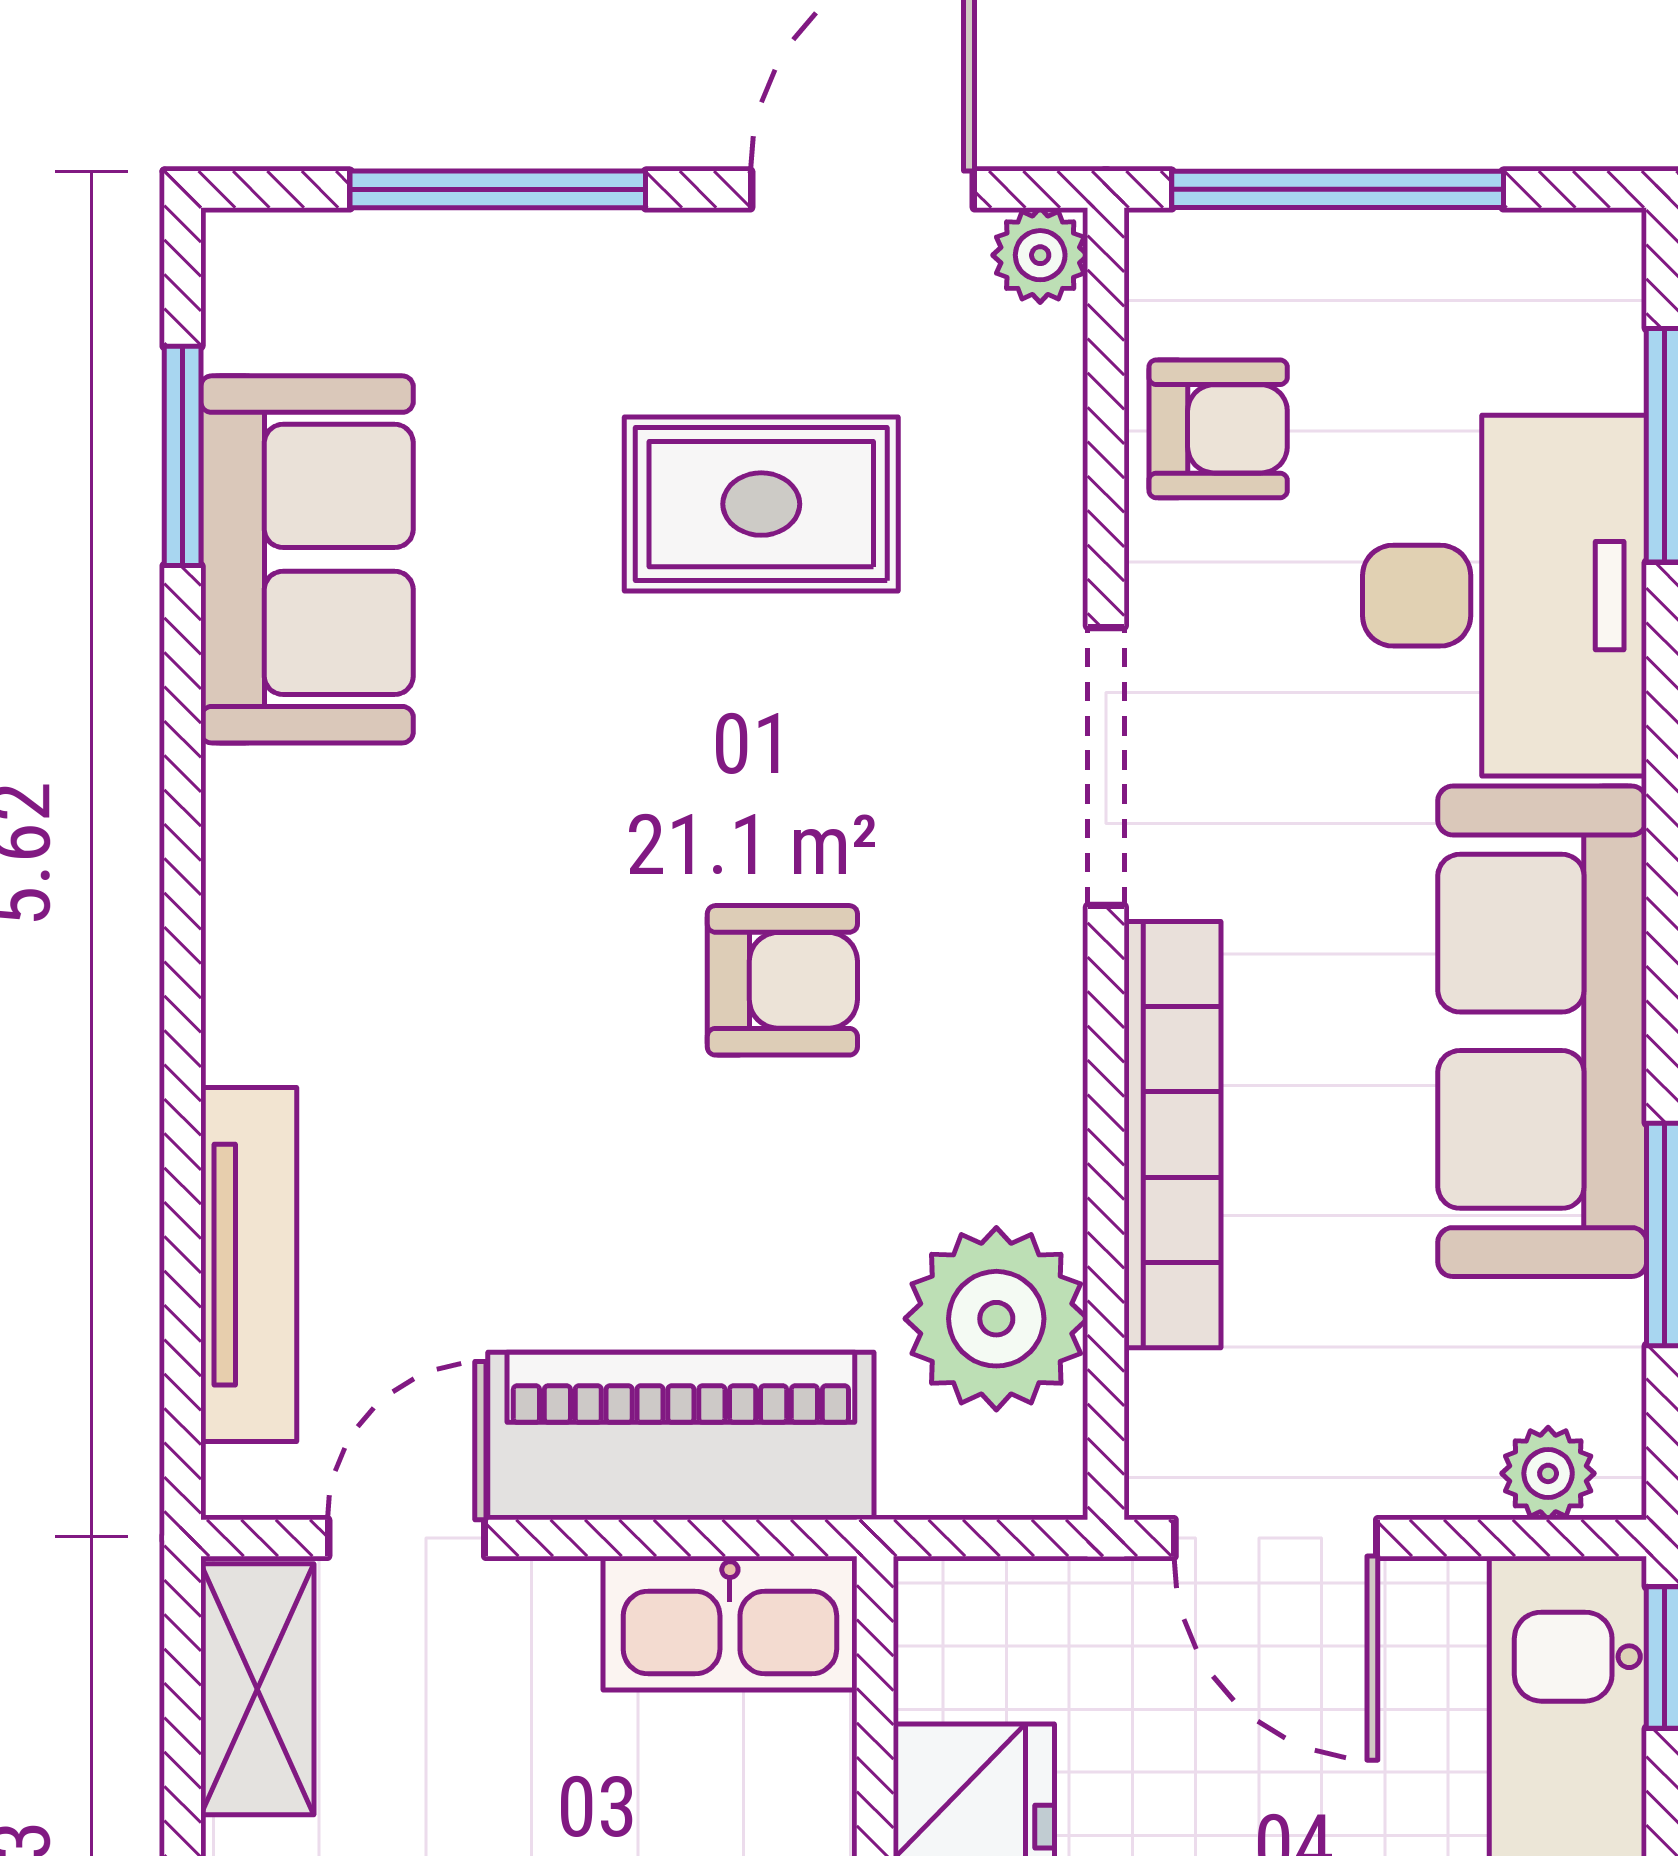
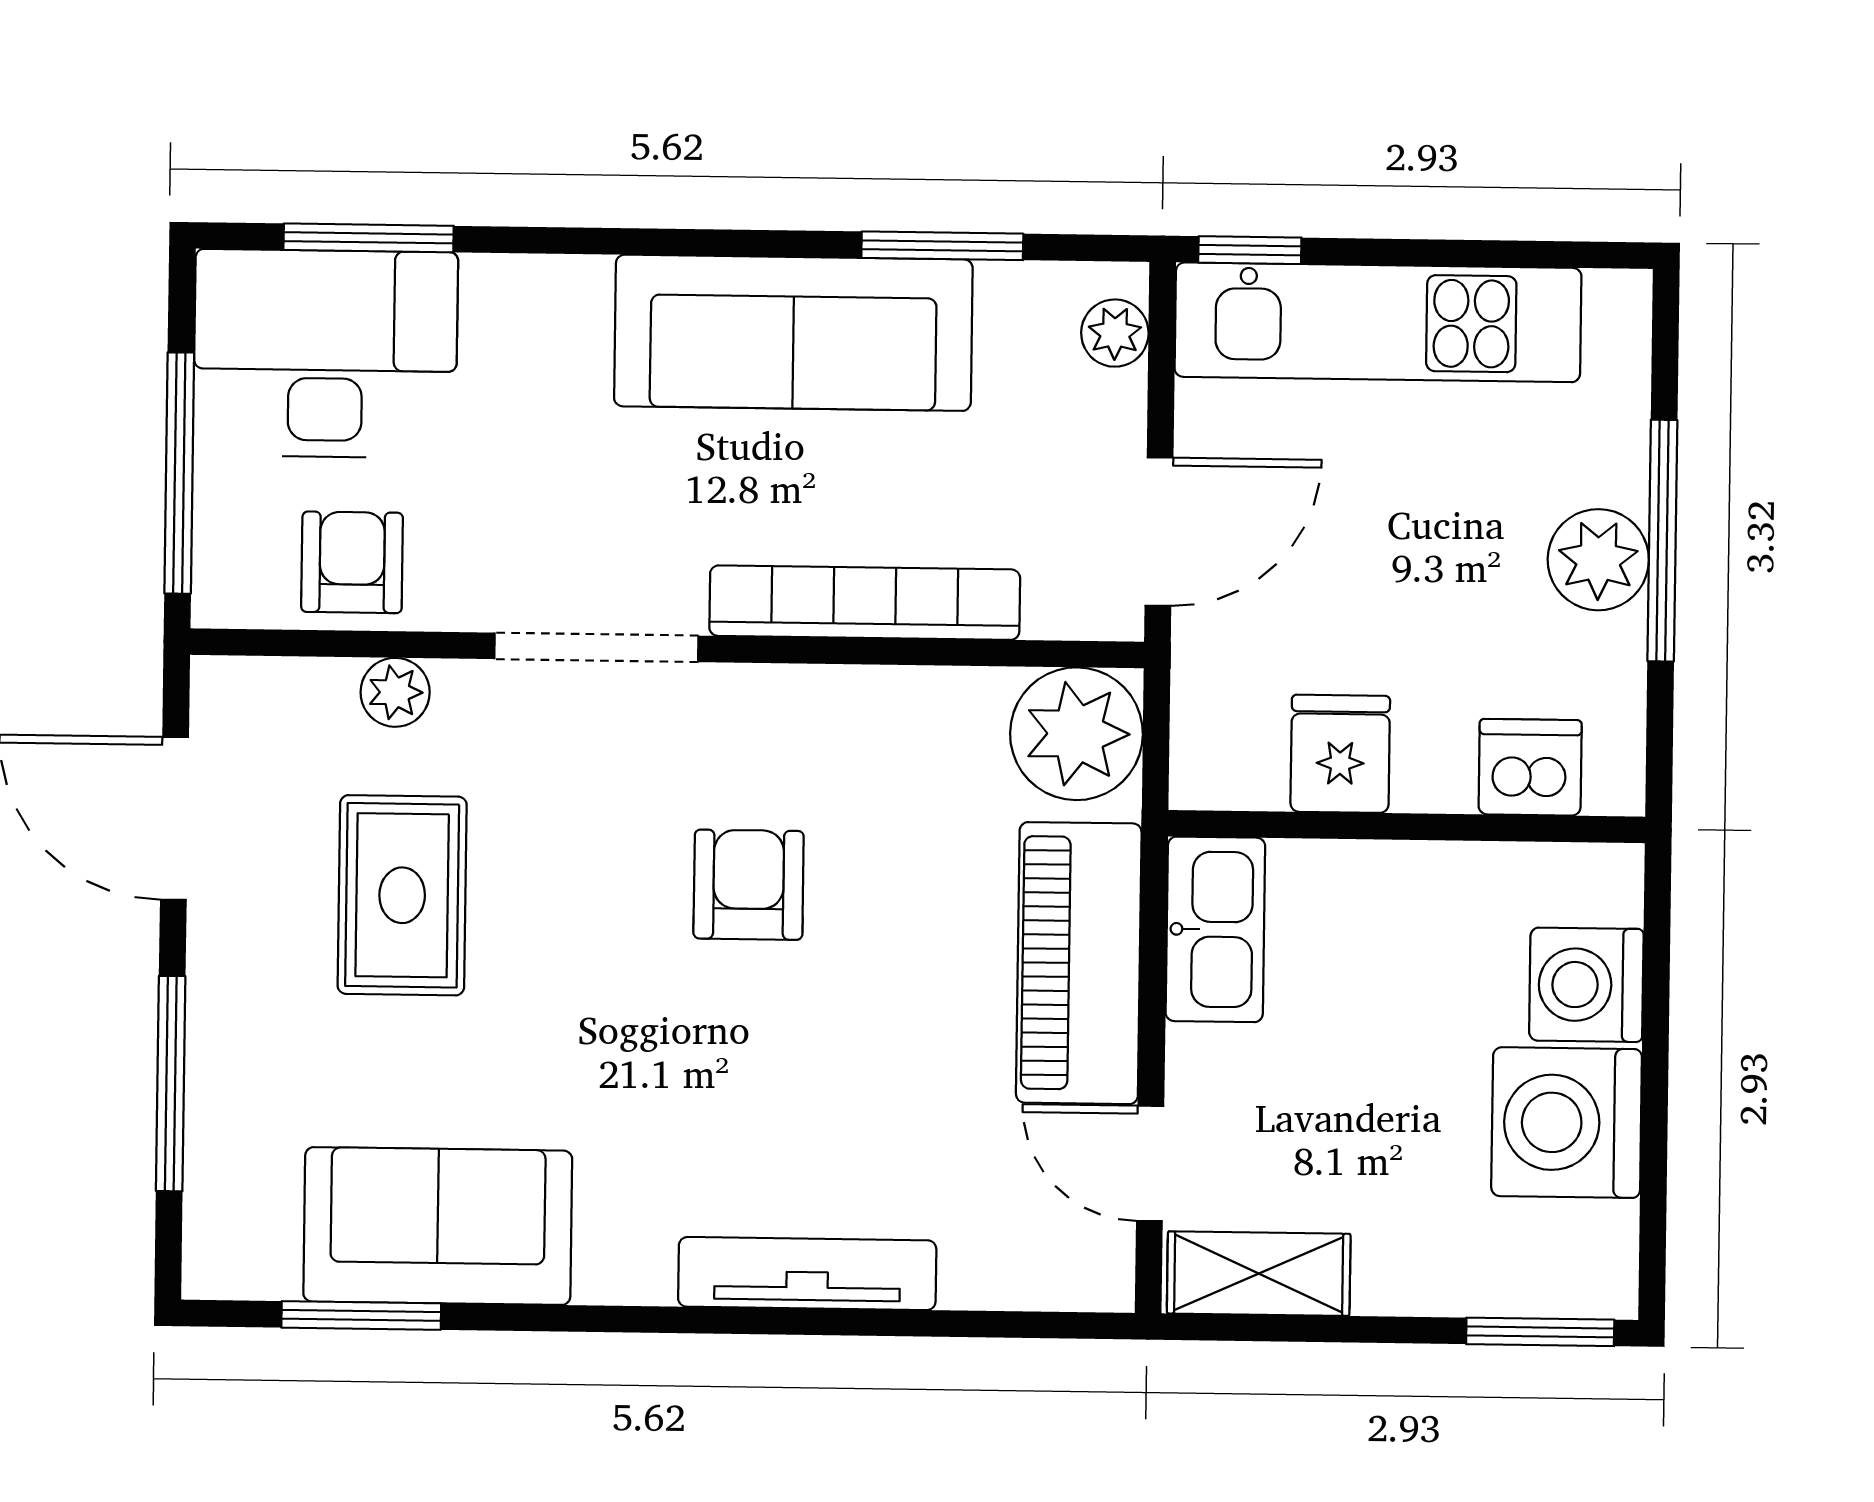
plant: (1040, 255) -> (395, 692), moved
desk: (1505, 596) -> (326, 354), moved
tv unit: (249, 1265) -> (807, 1274), moved
plant: (996, 1319) -> (1076, 734), moved

